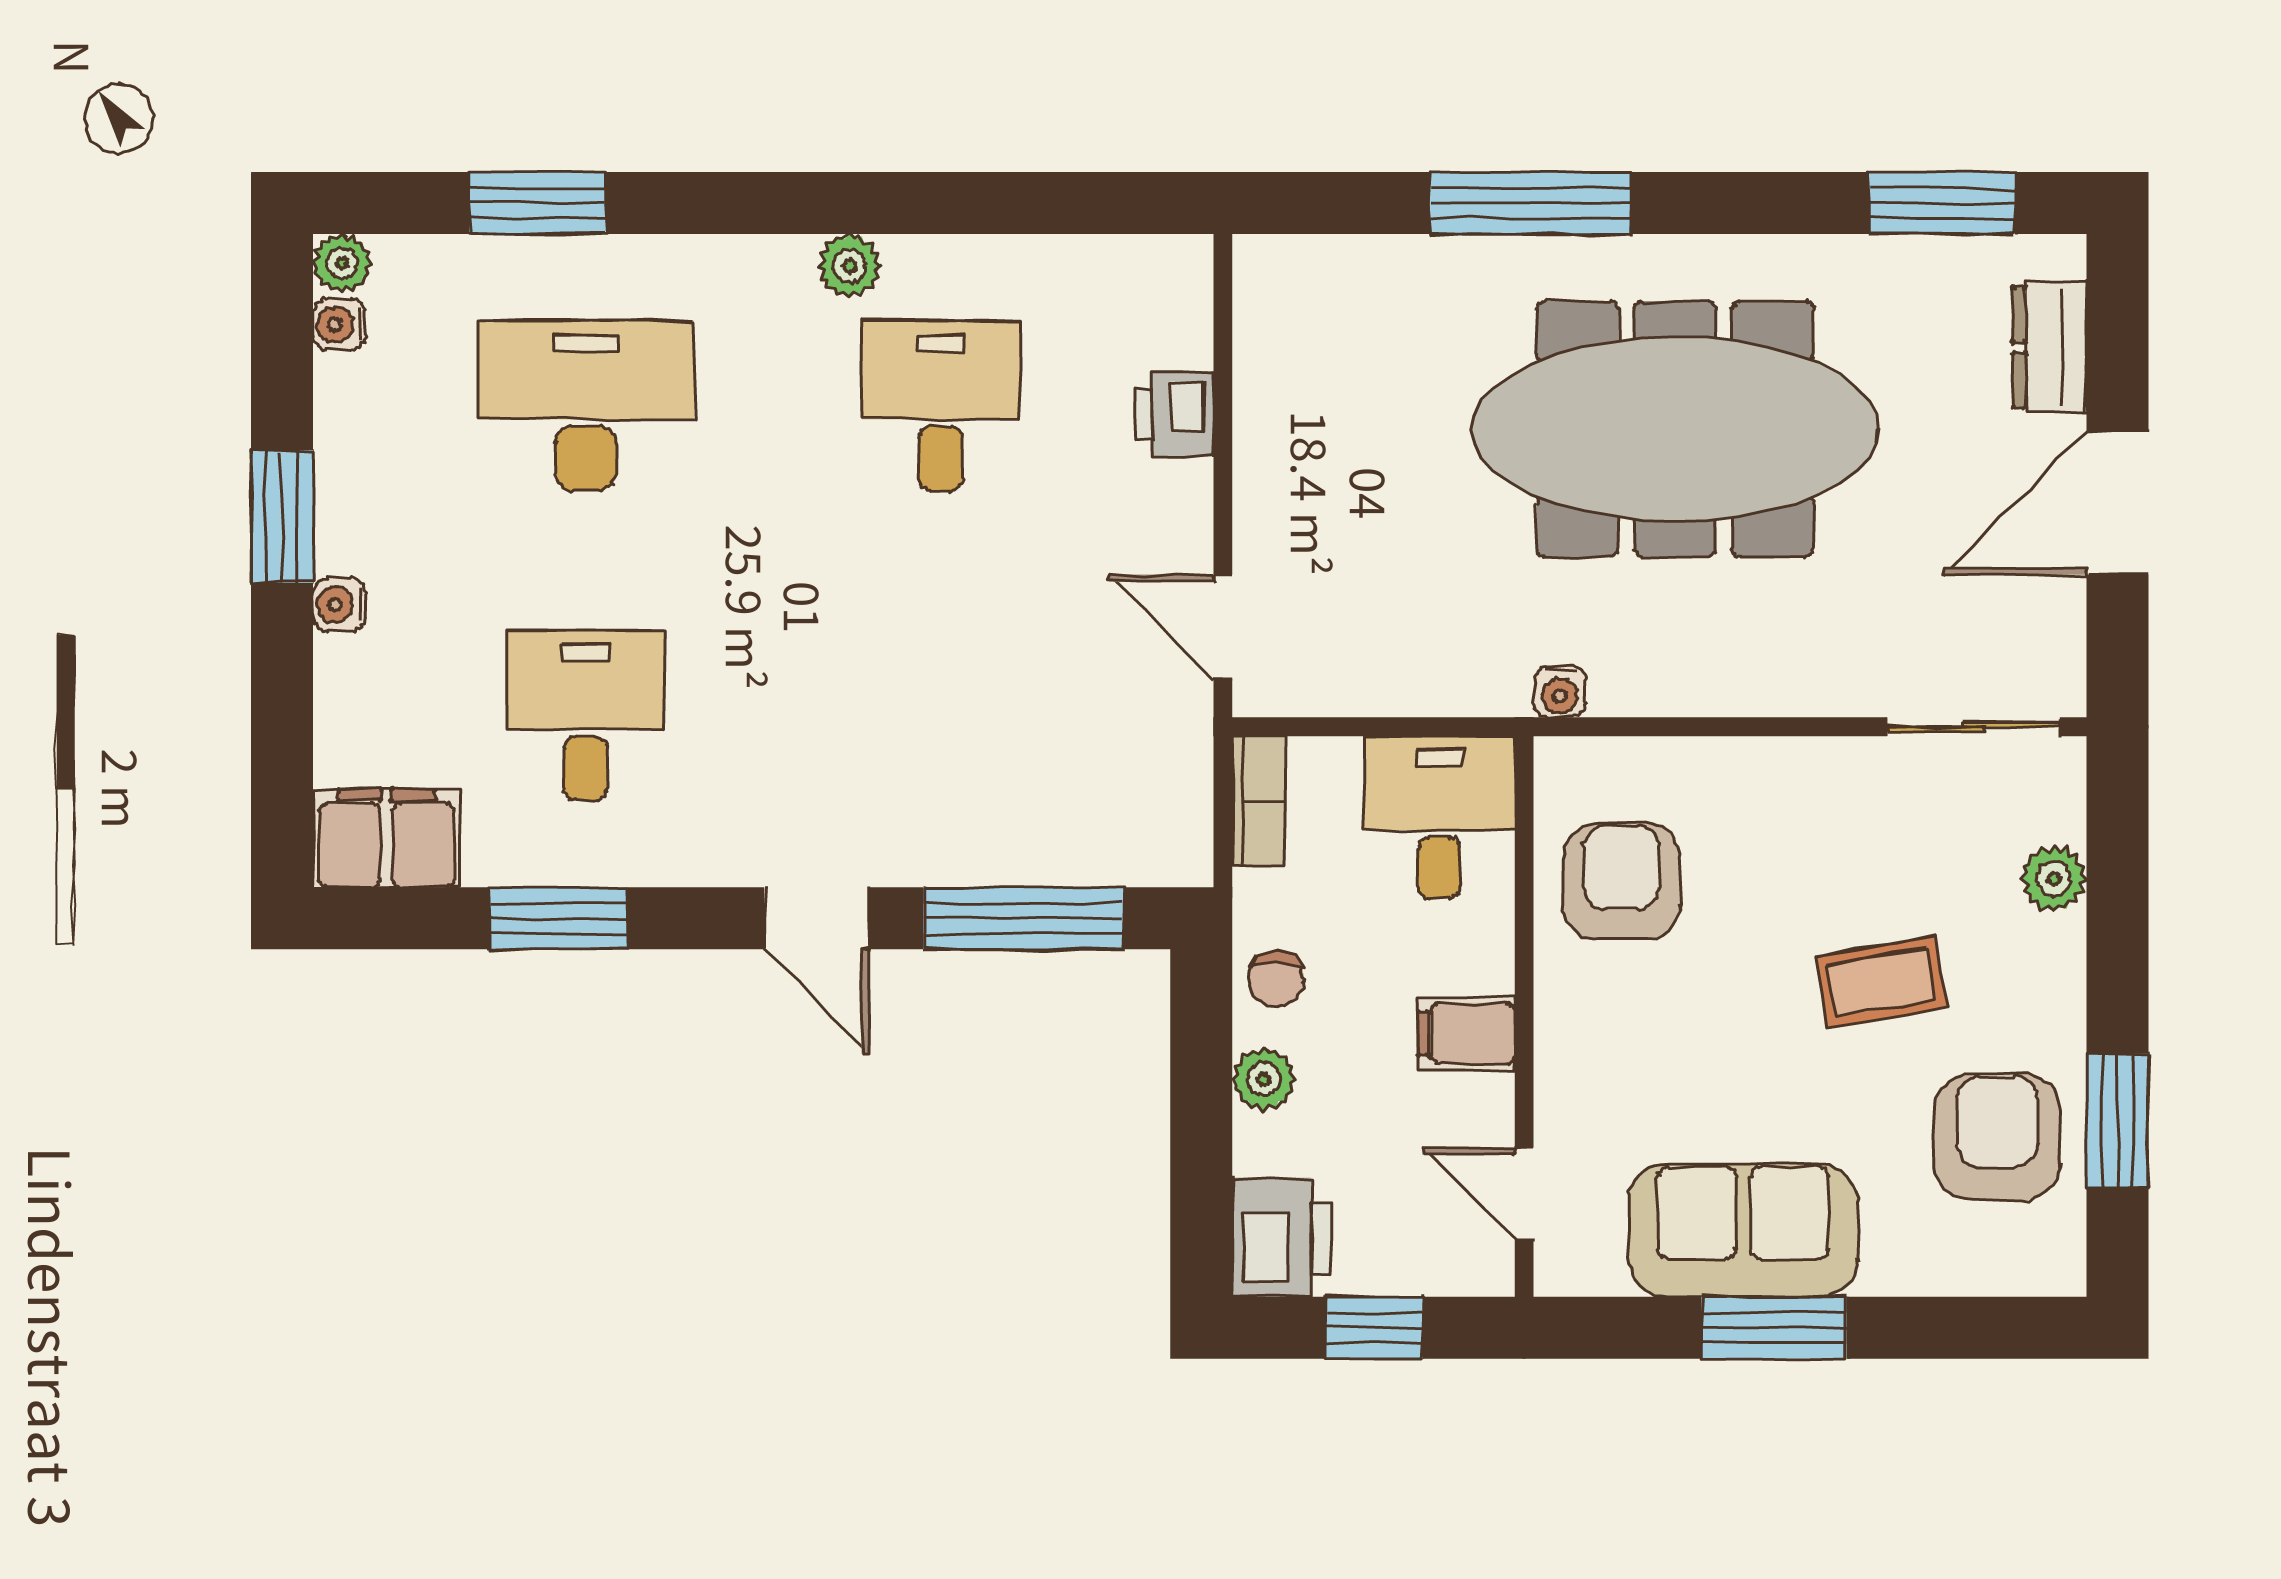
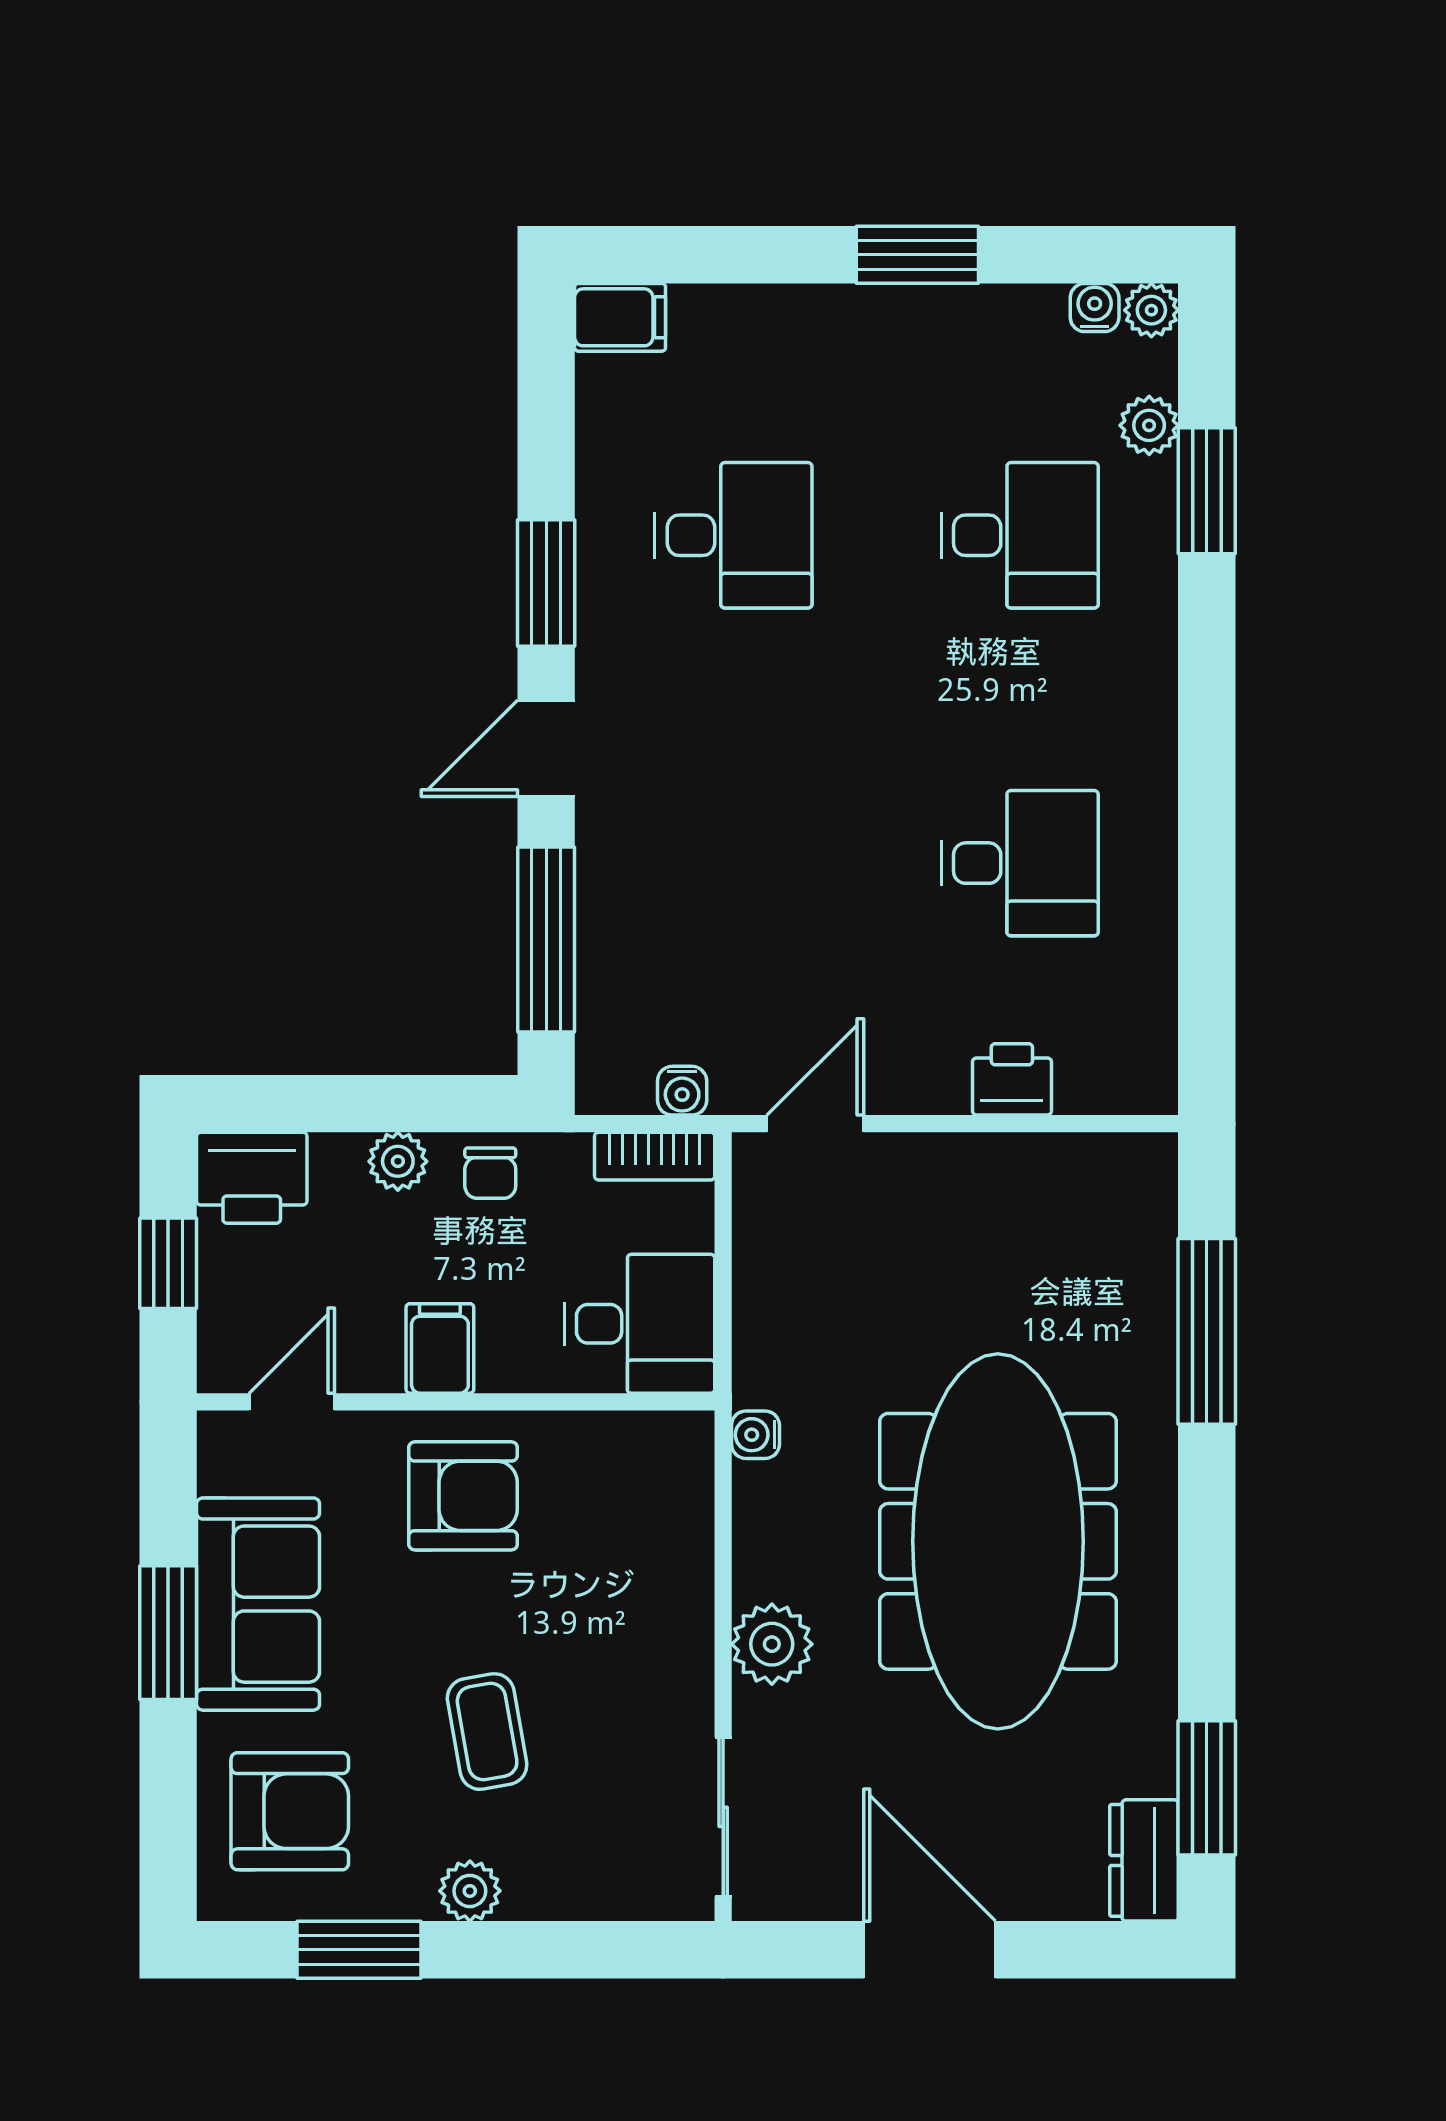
window: (1530, 203) -> (1207, 1331), moved
plant: (850, 266) -> (1149, 425), moved
dresser: (2050, 347) -> (1144, 1860), moved, turned -90
desk: (586, 406) -> (1020, 535), width x0.73
water cooler: (339, 605) -> (682, 1091), moved, turned 180
plant: (1787, 674) -> (772, 1644), added
filing cabinet: (387, 838) -> (620, 317), width x0.50
plant: (2054, 879) -> (470, 1891), moved
armchair: (1621, 881) -> (463, 1496), moved
window: (558, 918) -> (546, 583), moved
chair: (1276, 979) -> (490, 1173), turned -90
armchair: (1997, 1137) -> (290, 1811), moved

